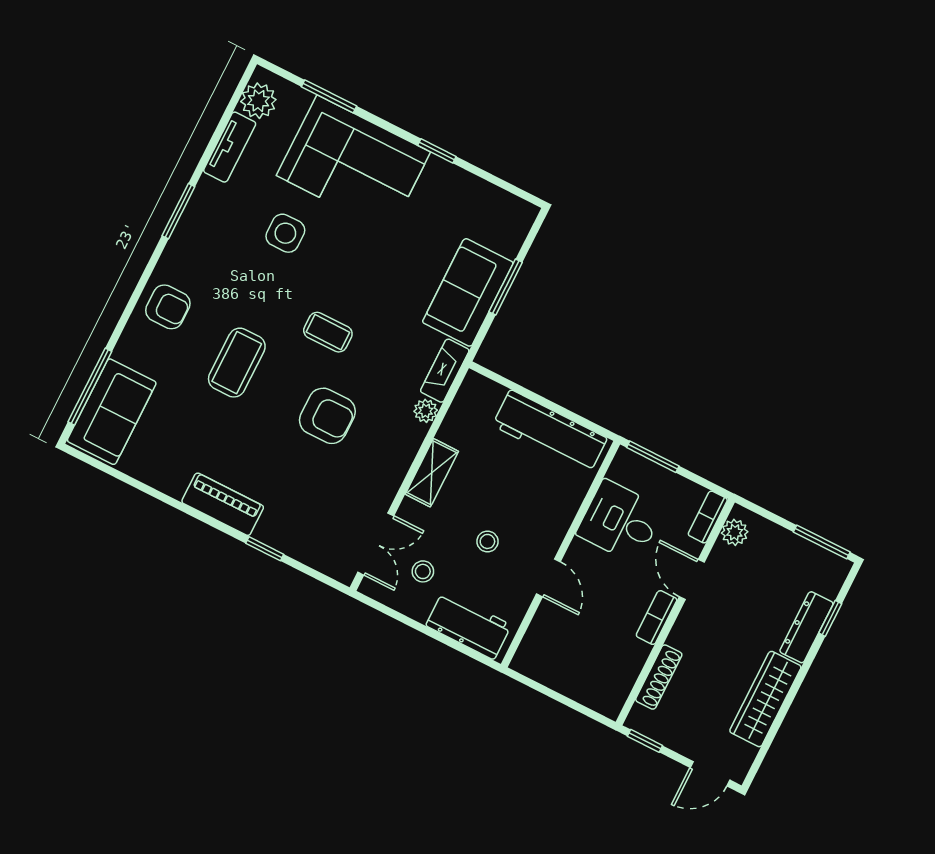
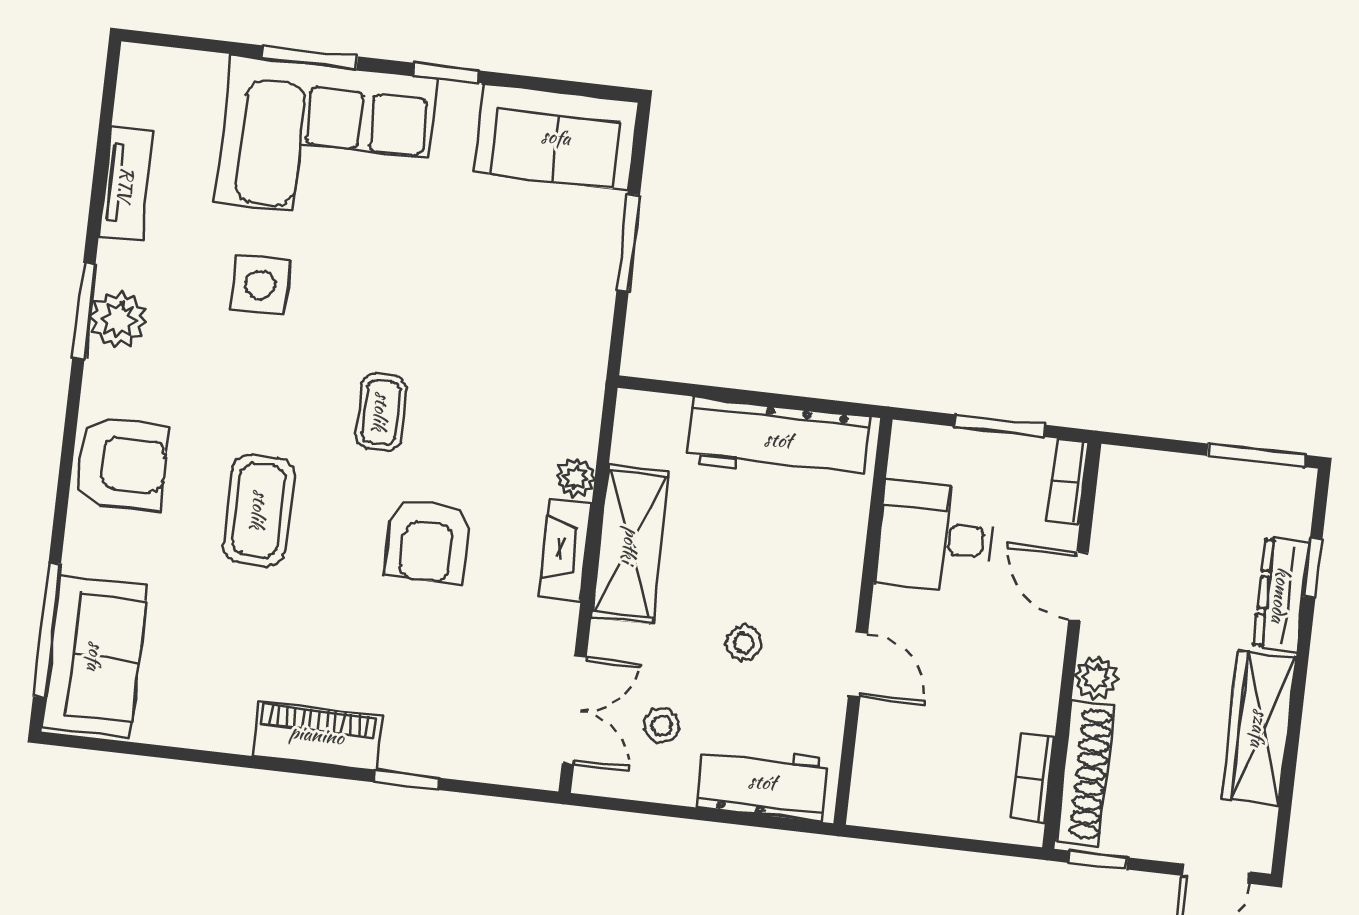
window: (329, 96) -> (310, 57), moved
plant: (258, 101) -> (118, 320), moved
sofa: (468, 292) -> (556, 137), moved, turned -90
armchair: (168, 307) -> (122, 464), width x1.38, depth x1.38
coffee table: (328, 332) -> (381, 412), turned 90
fireplace: (445, 371) -> (565, 550), moved
armchair: (327, 416) -> (428, 541), turned 90
window: (653, 457) -> (1000, 426), moved
shelving: (432, 473) -> (630, 545), width x1.50, depth x1.33
plant: (735, 532) -> (1096, 677), moved
bookcase: (657, 618) -> (1033, 778), moved
shoe rack: (659, 677) -> (1085, 773), width x1.36, depth x1.24

